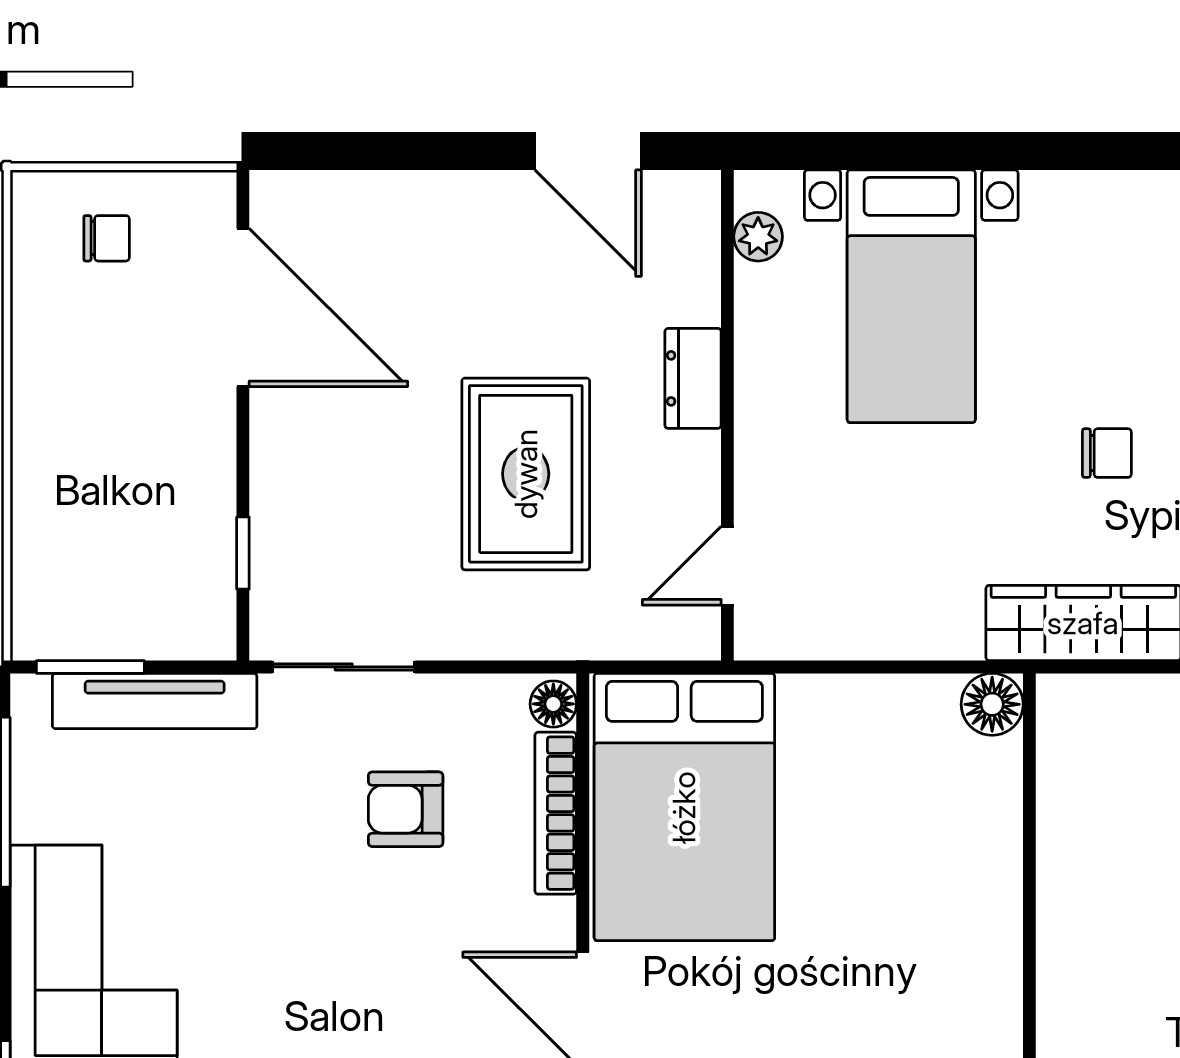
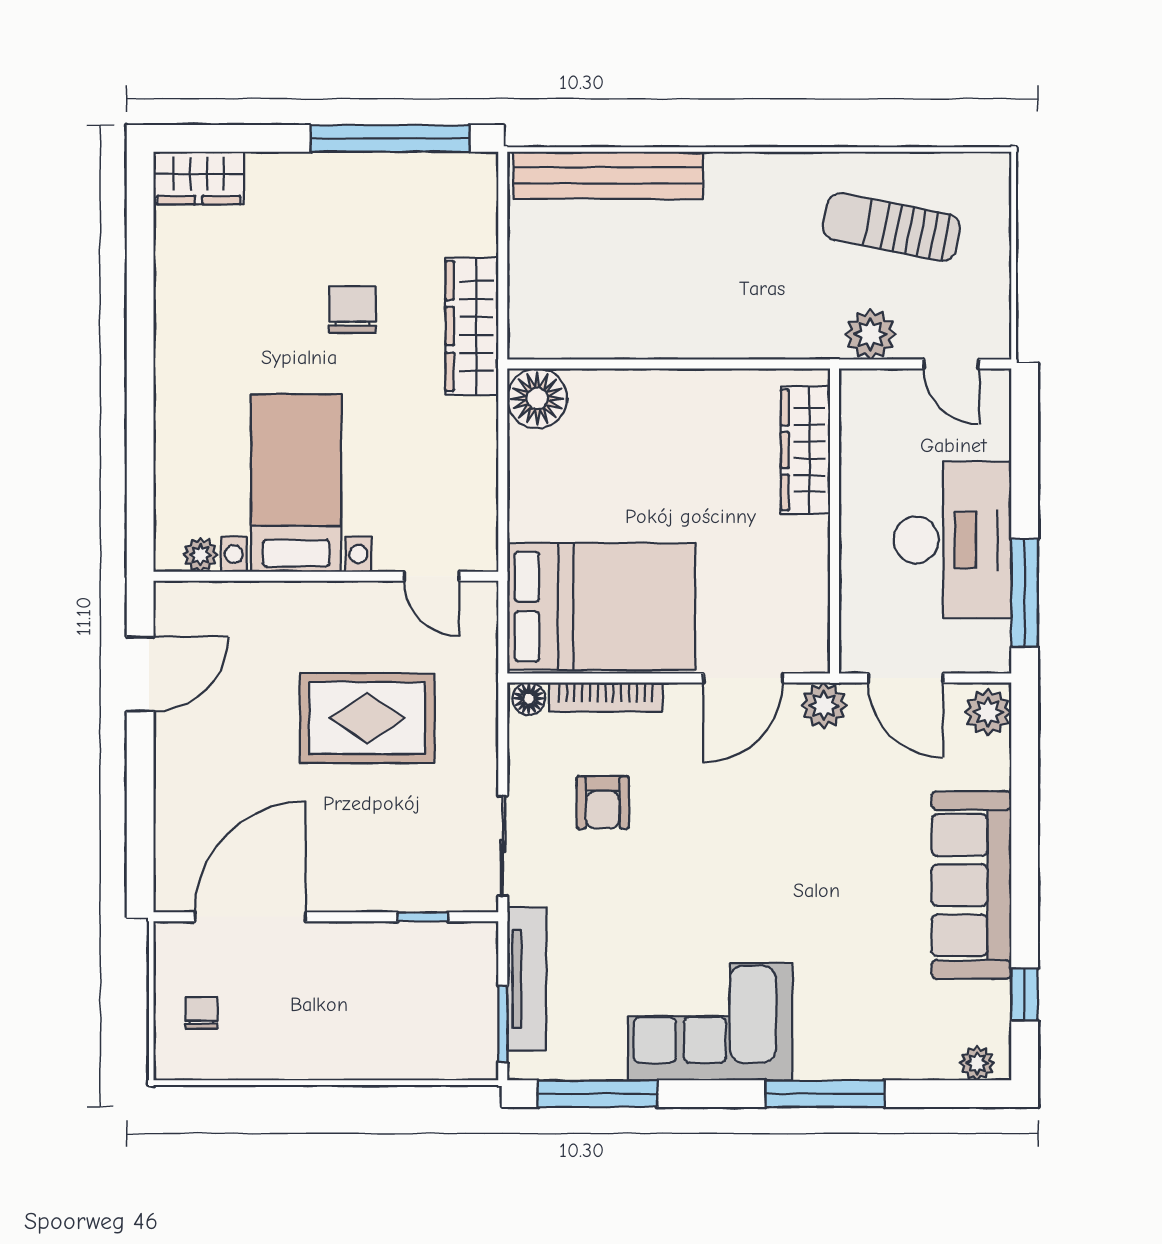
bed with nightstands: (911, 296) -> (296, 483), moved, turned -90
dresser: (693, 378) -> (300, 600), removed
chair: (1107, 453) -> (352, 310), width x1.37, depth x1.37
floor lamp: (992, 704) -> (537, 398), width x1.38, depth x1.38

